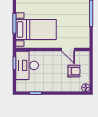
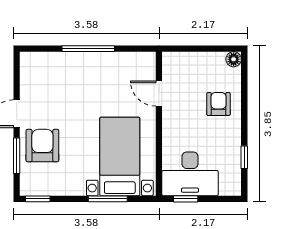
door: (68, 49) -> (159, 94), swing flipped
armchair: (74, 71) -> (218, 104), moved

